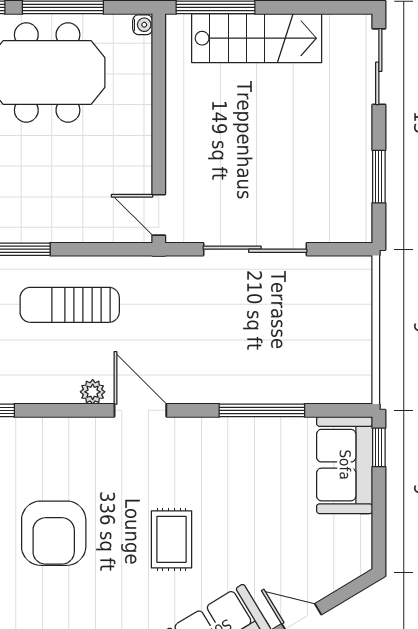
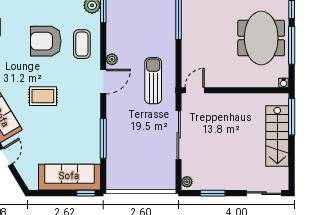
plant: (354, 231) -> (187, 182), added
sun lounger: (70, 305) -> (153, 81), moved
coffee table: (60, 456) -> (82, 44), added
sofa: (345, 465) -> (69, 177), width x1.36

